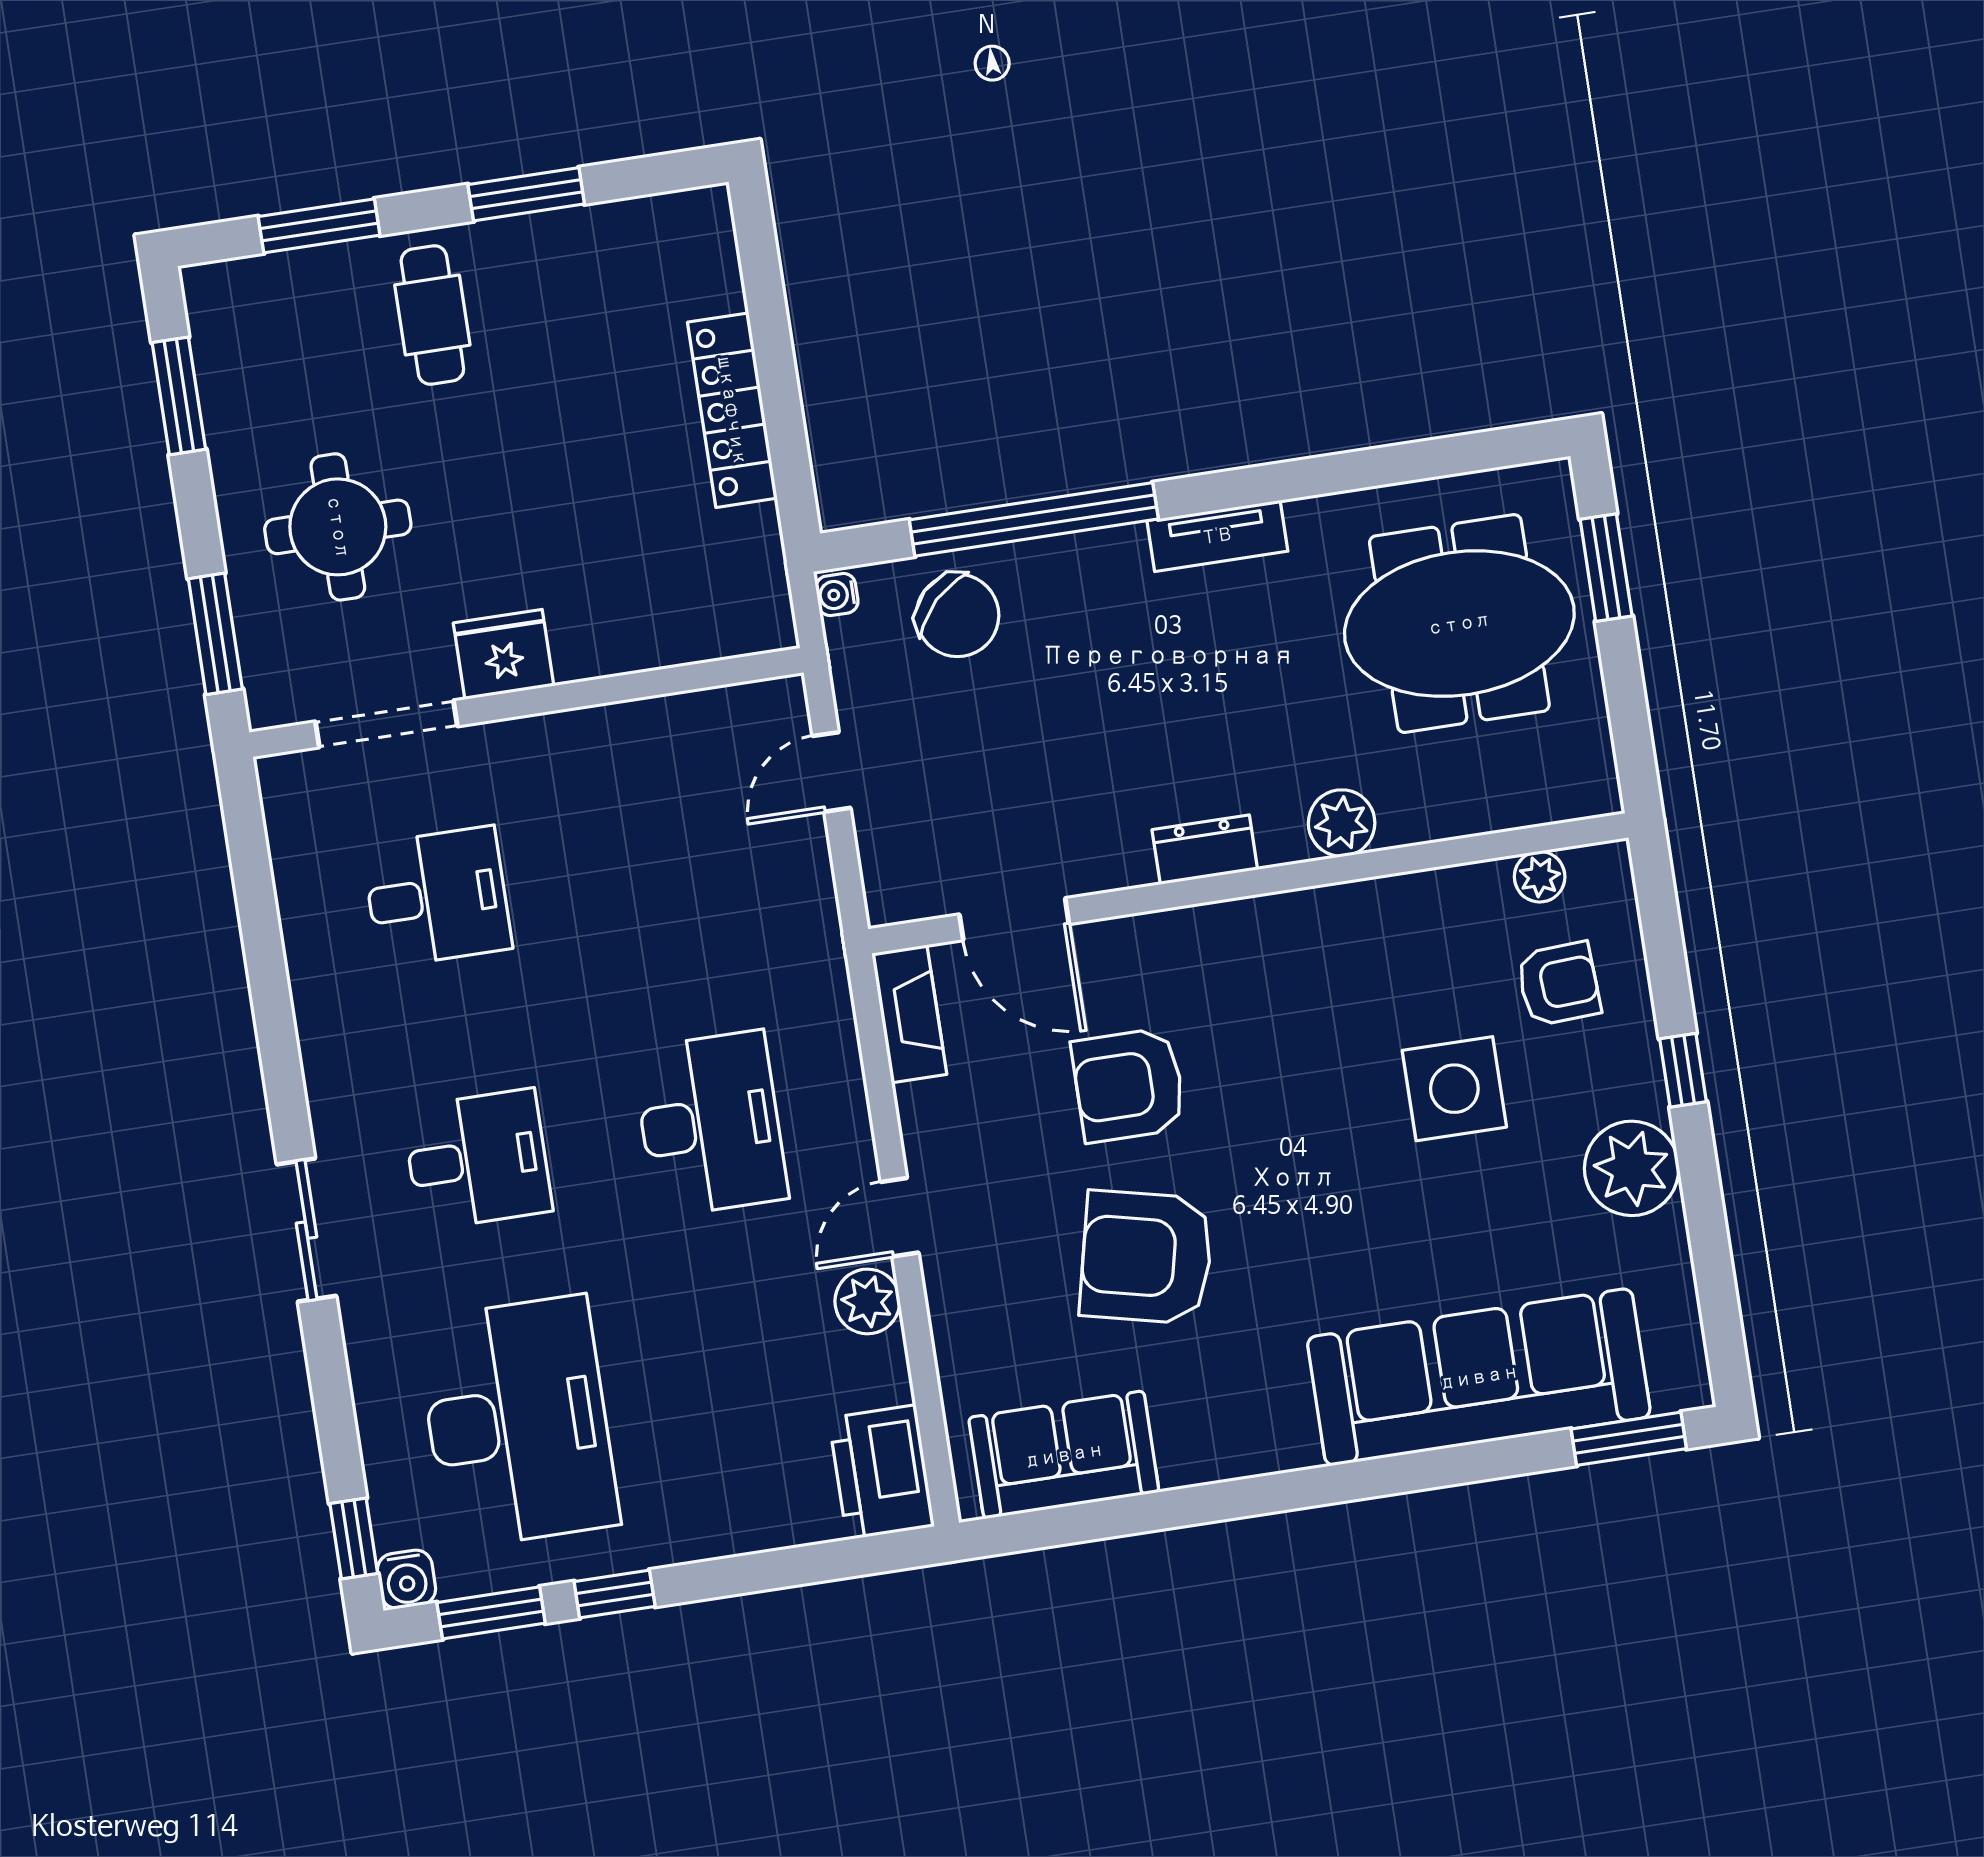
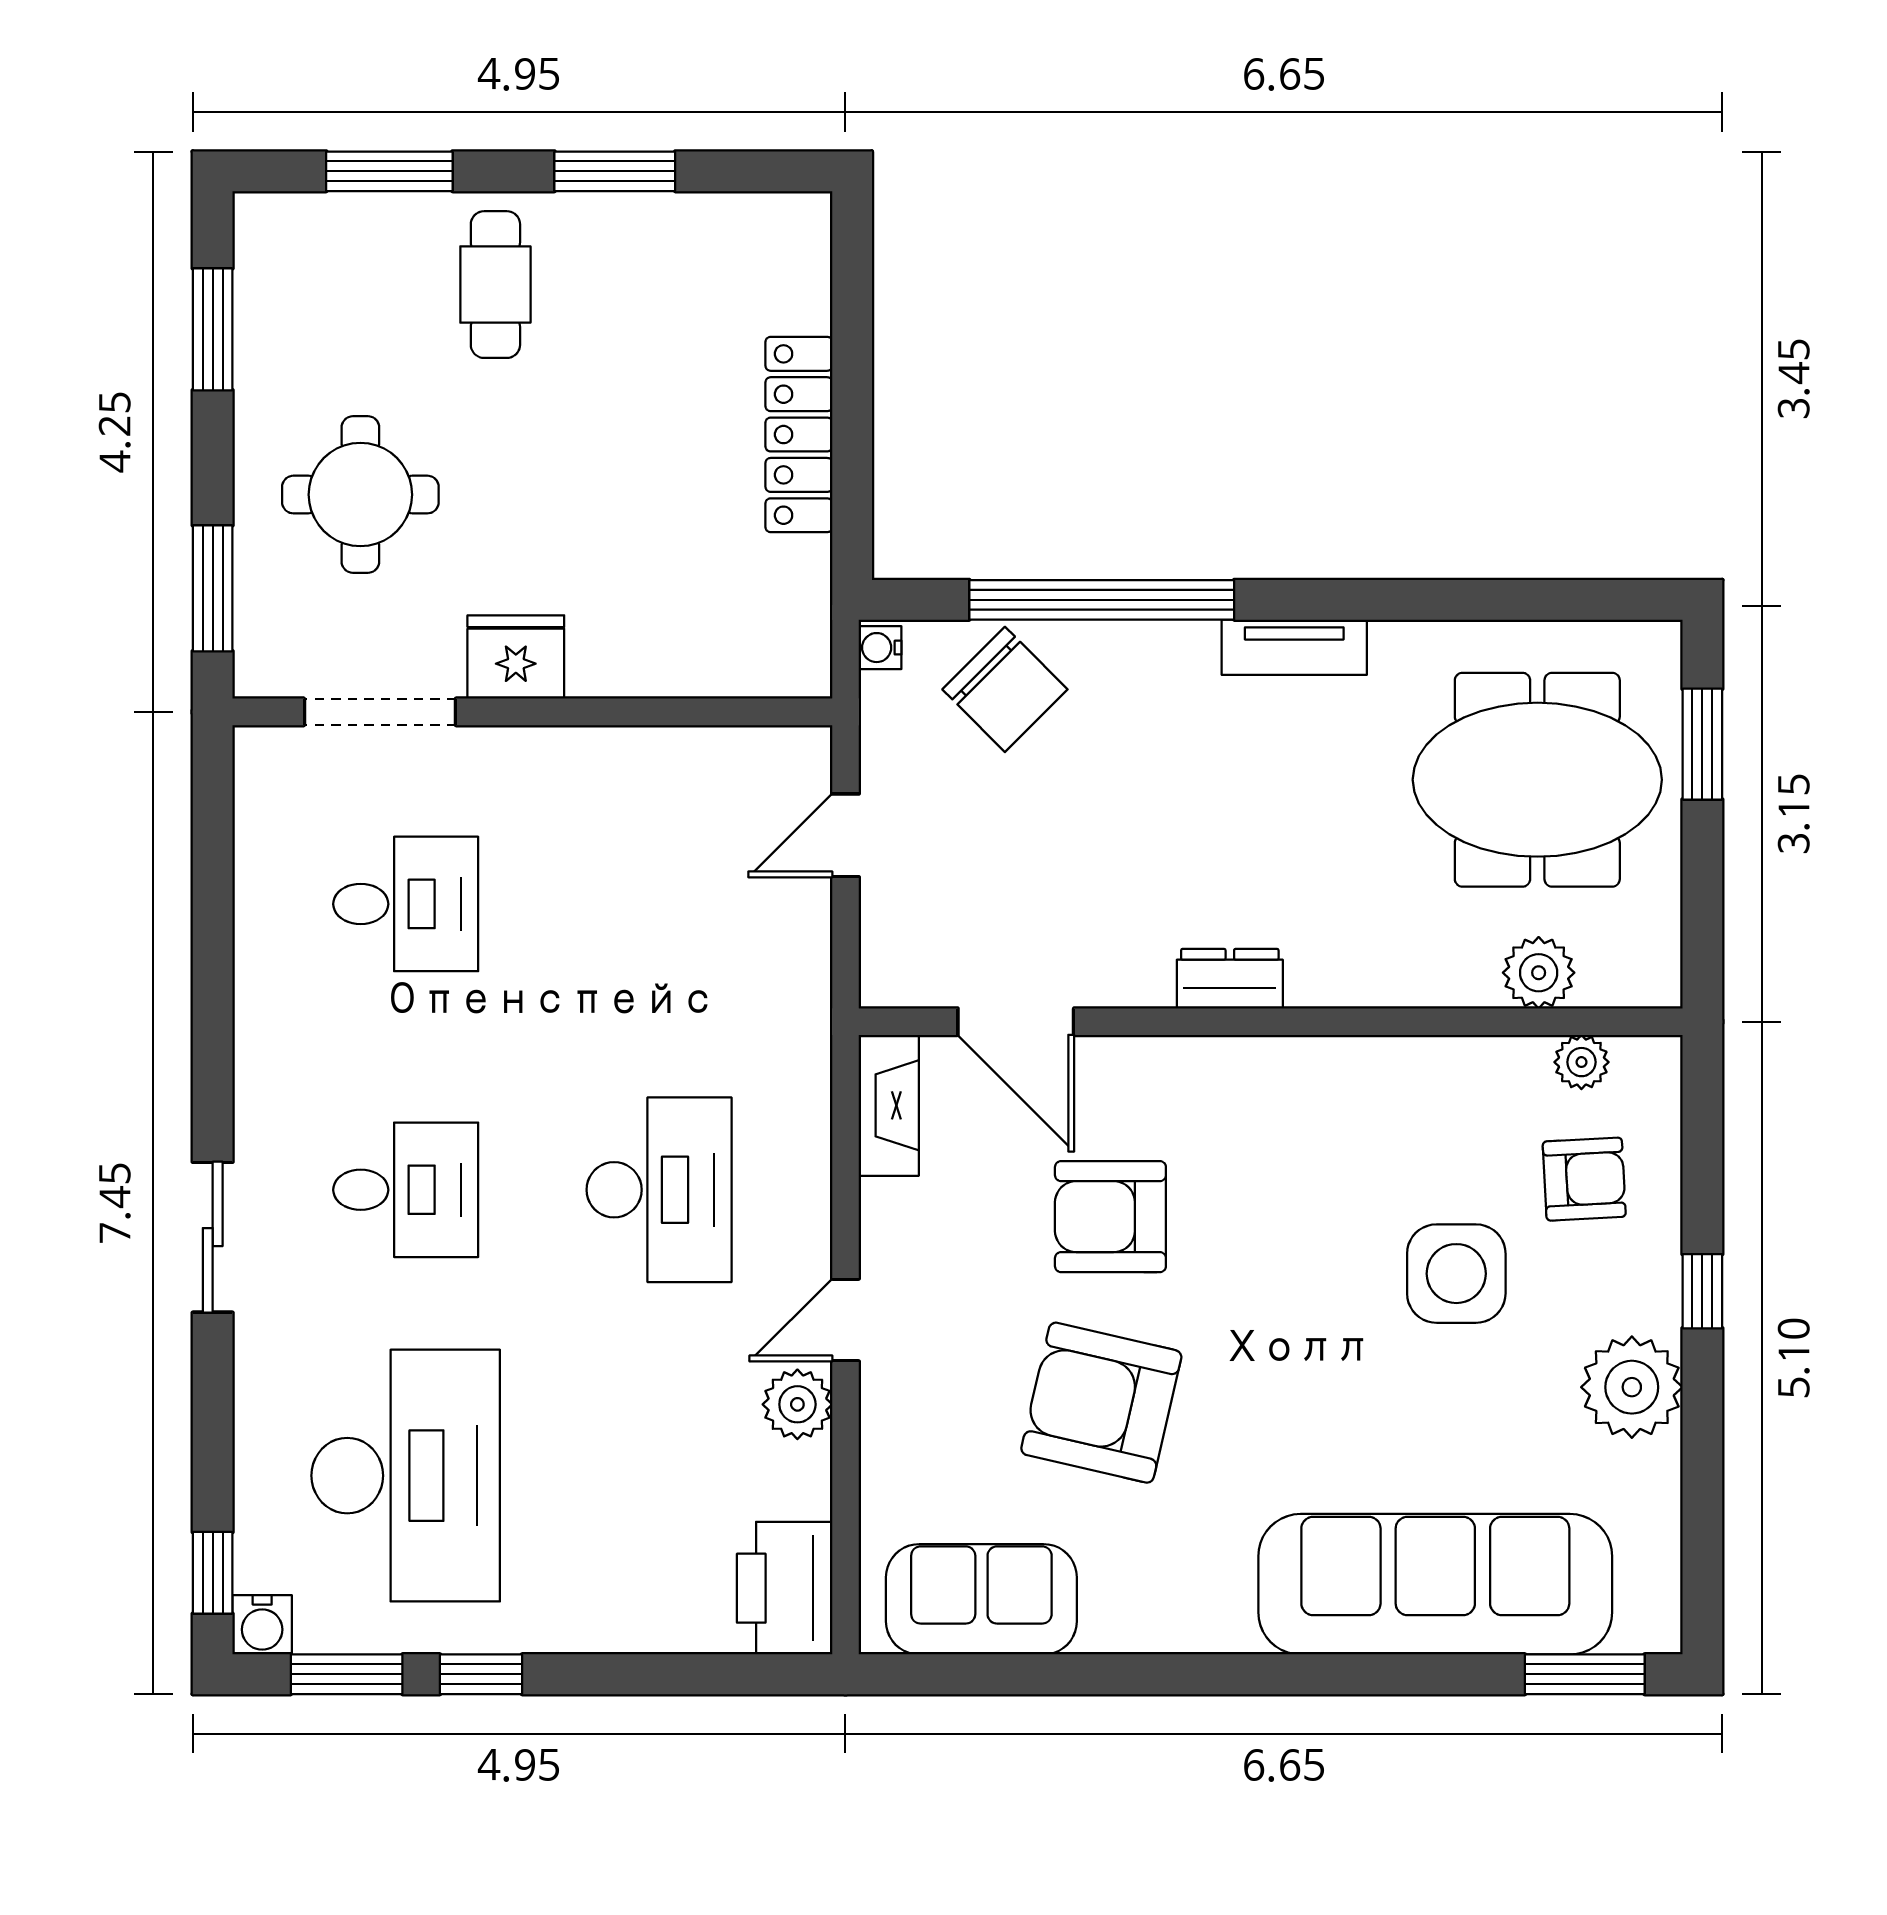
plant: (1342, 823) -> (1539, 973), moved

